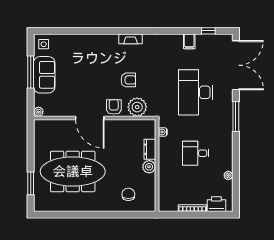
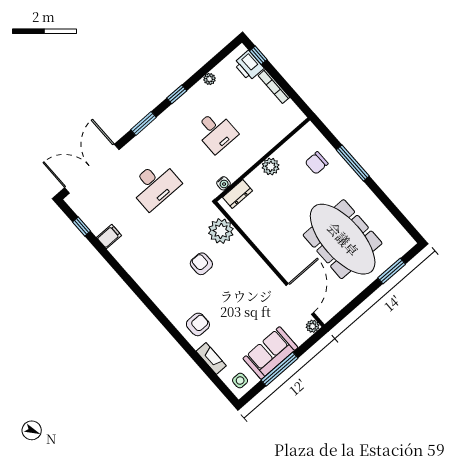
fireplace: (131, 39) -> (211, 358), moved
desk: (196, 92) -> (155, 185), width x0.73, depth x0.77
armchair: (114, 107) -> (198, 324), moved, turned 180
window: (236, 116) -> (143, 123), width x0.69
door: (90, 118) -> (300, 299), moved
dresser: (150, 149) -> (237, 194), moved
window: (236, 150) -> (177, 94), added
window: (111, 215) -> (353, 163), added
window: (218, 215) -> (258, 55), added

